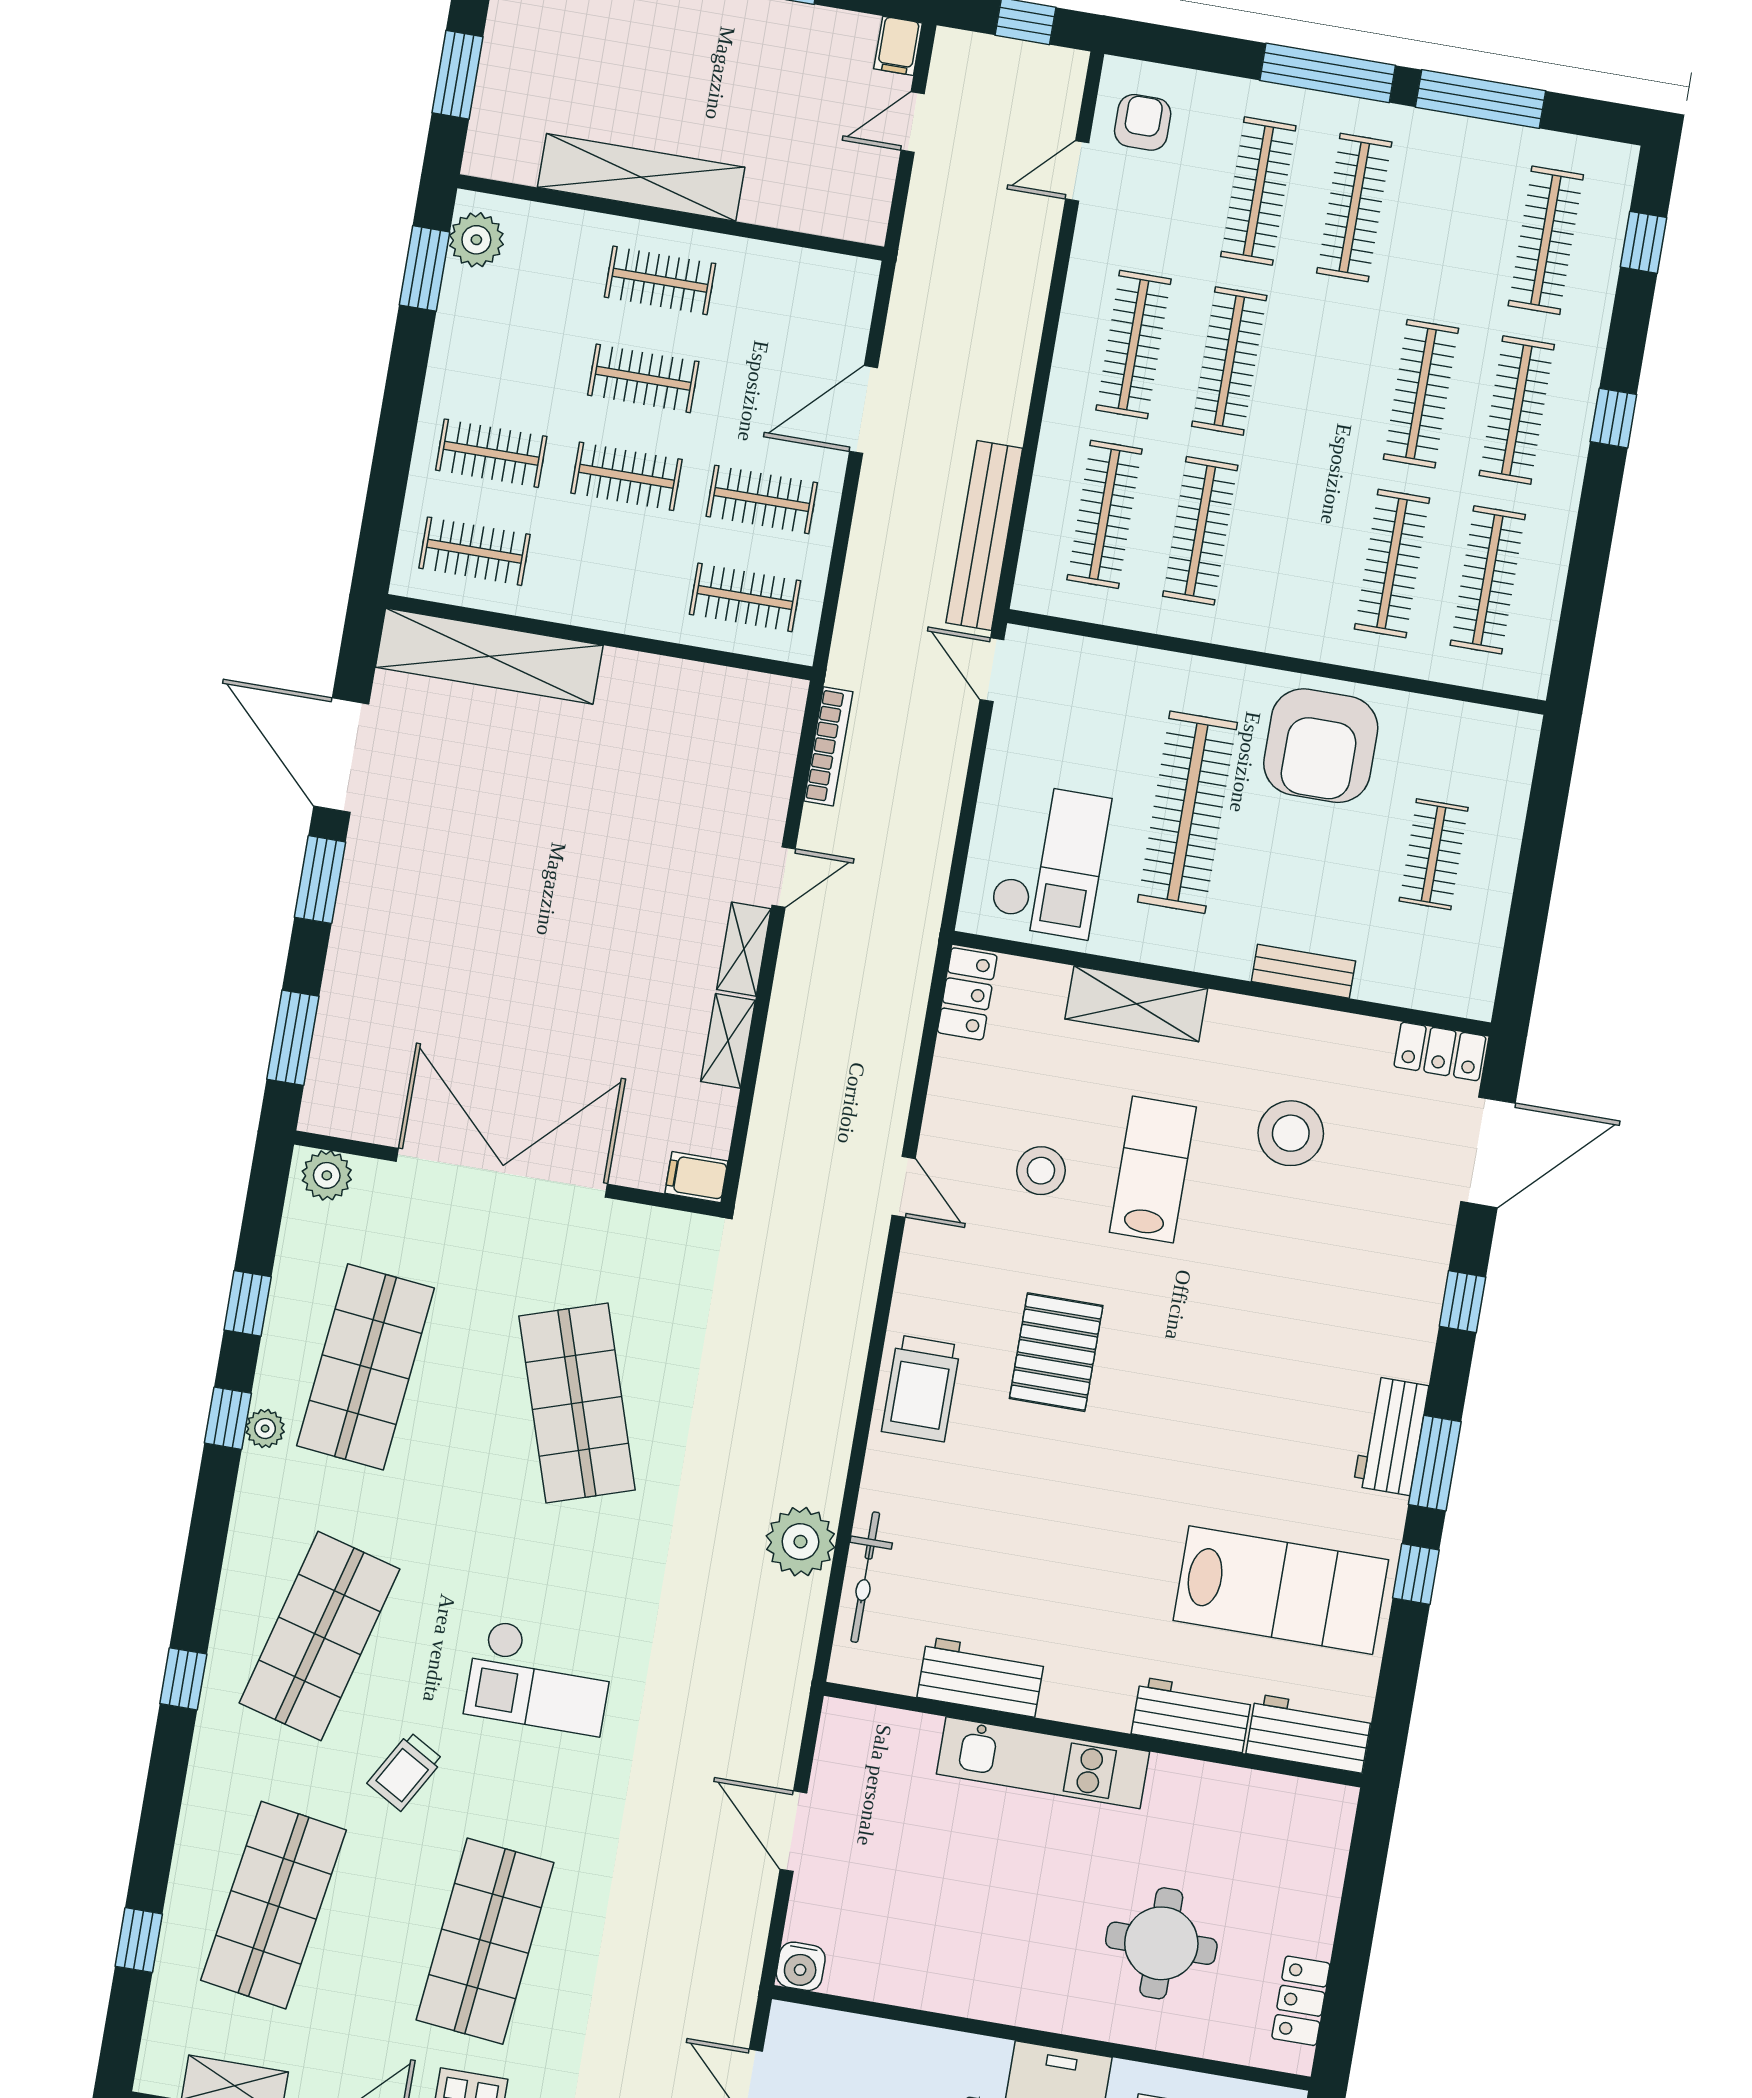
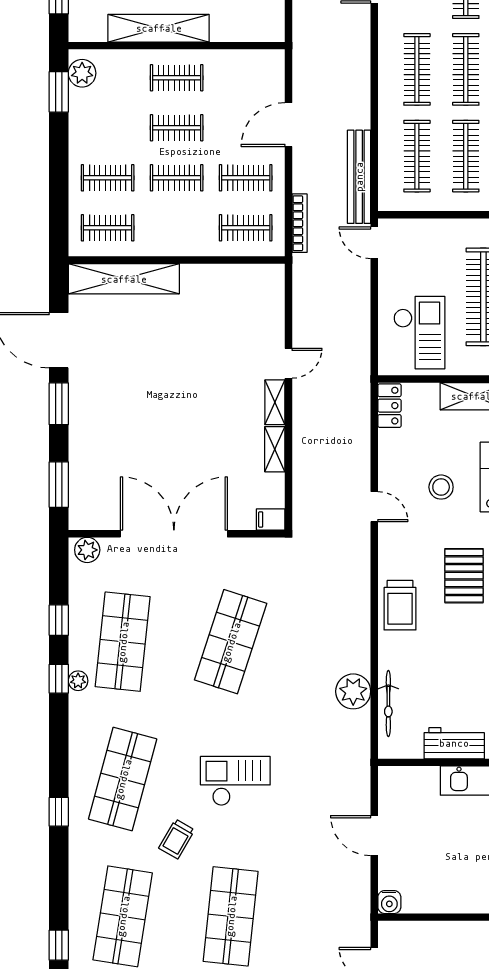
bookcase: (828, 746) -> (300, 223), moved
shop shelf: (577, 1403) -> (231, 642), turned 36
checkout: (540, 1678) -> (235, 781), turned 180

